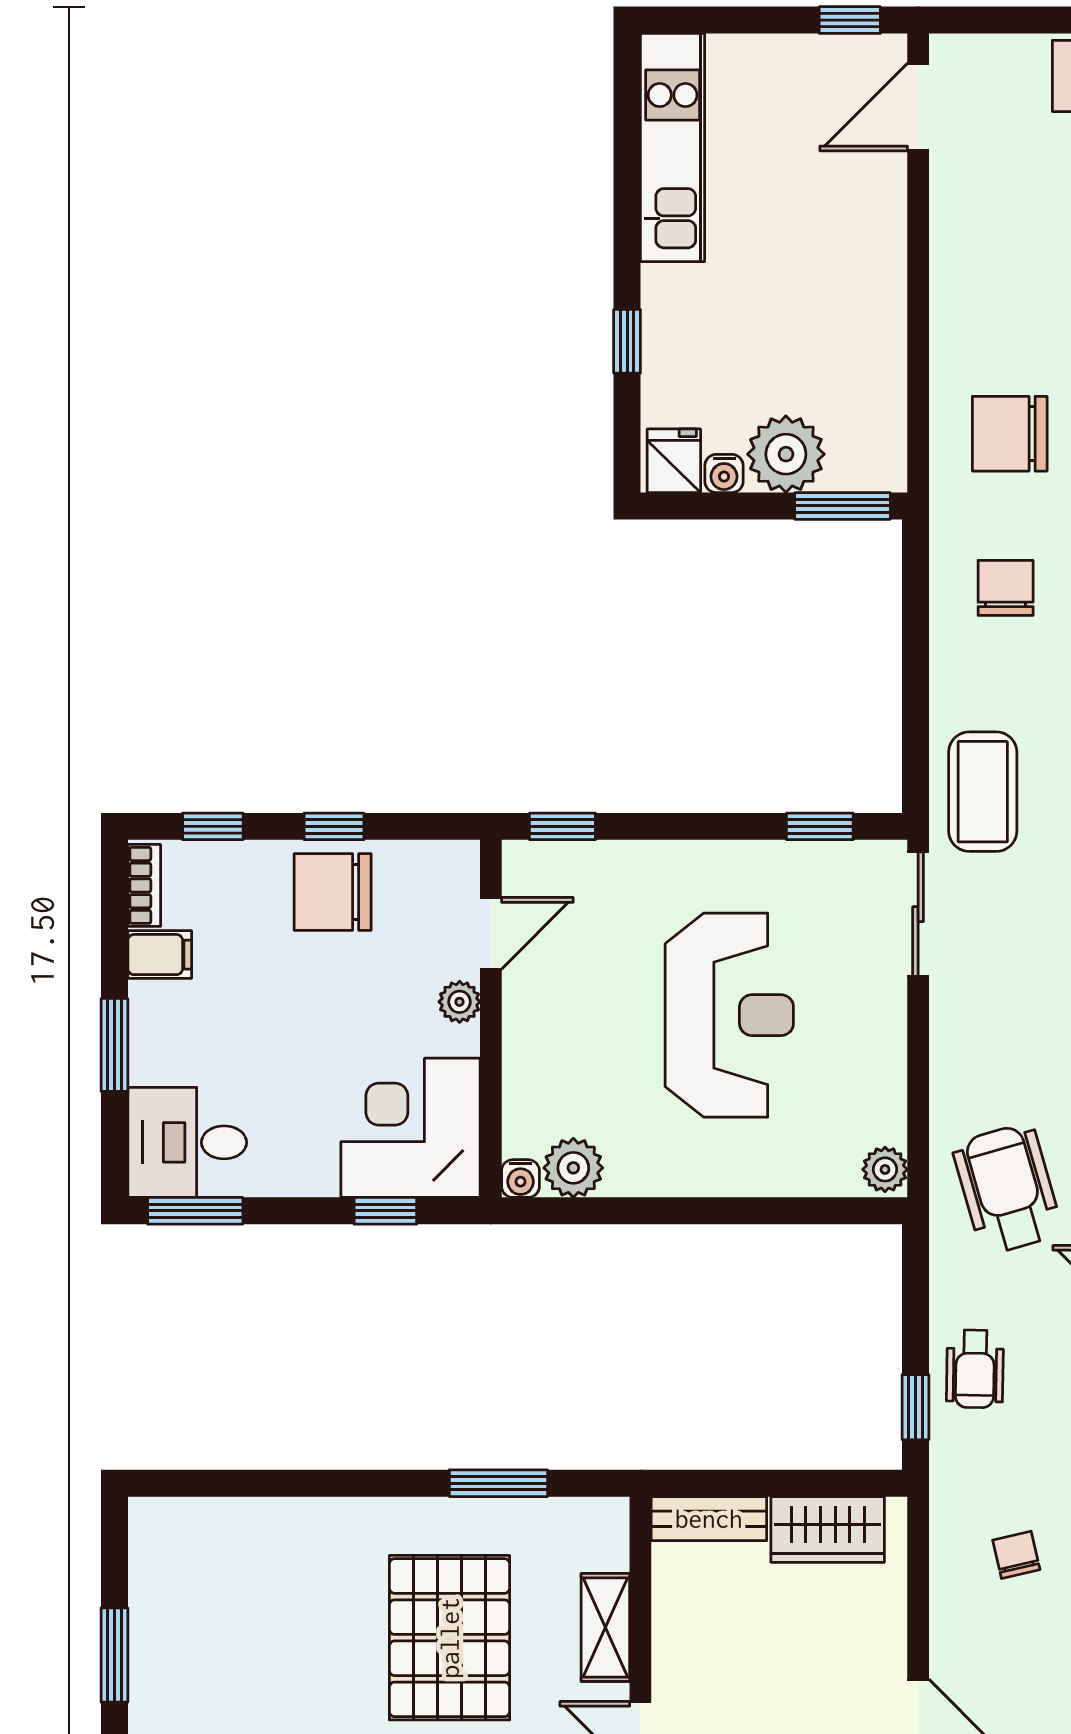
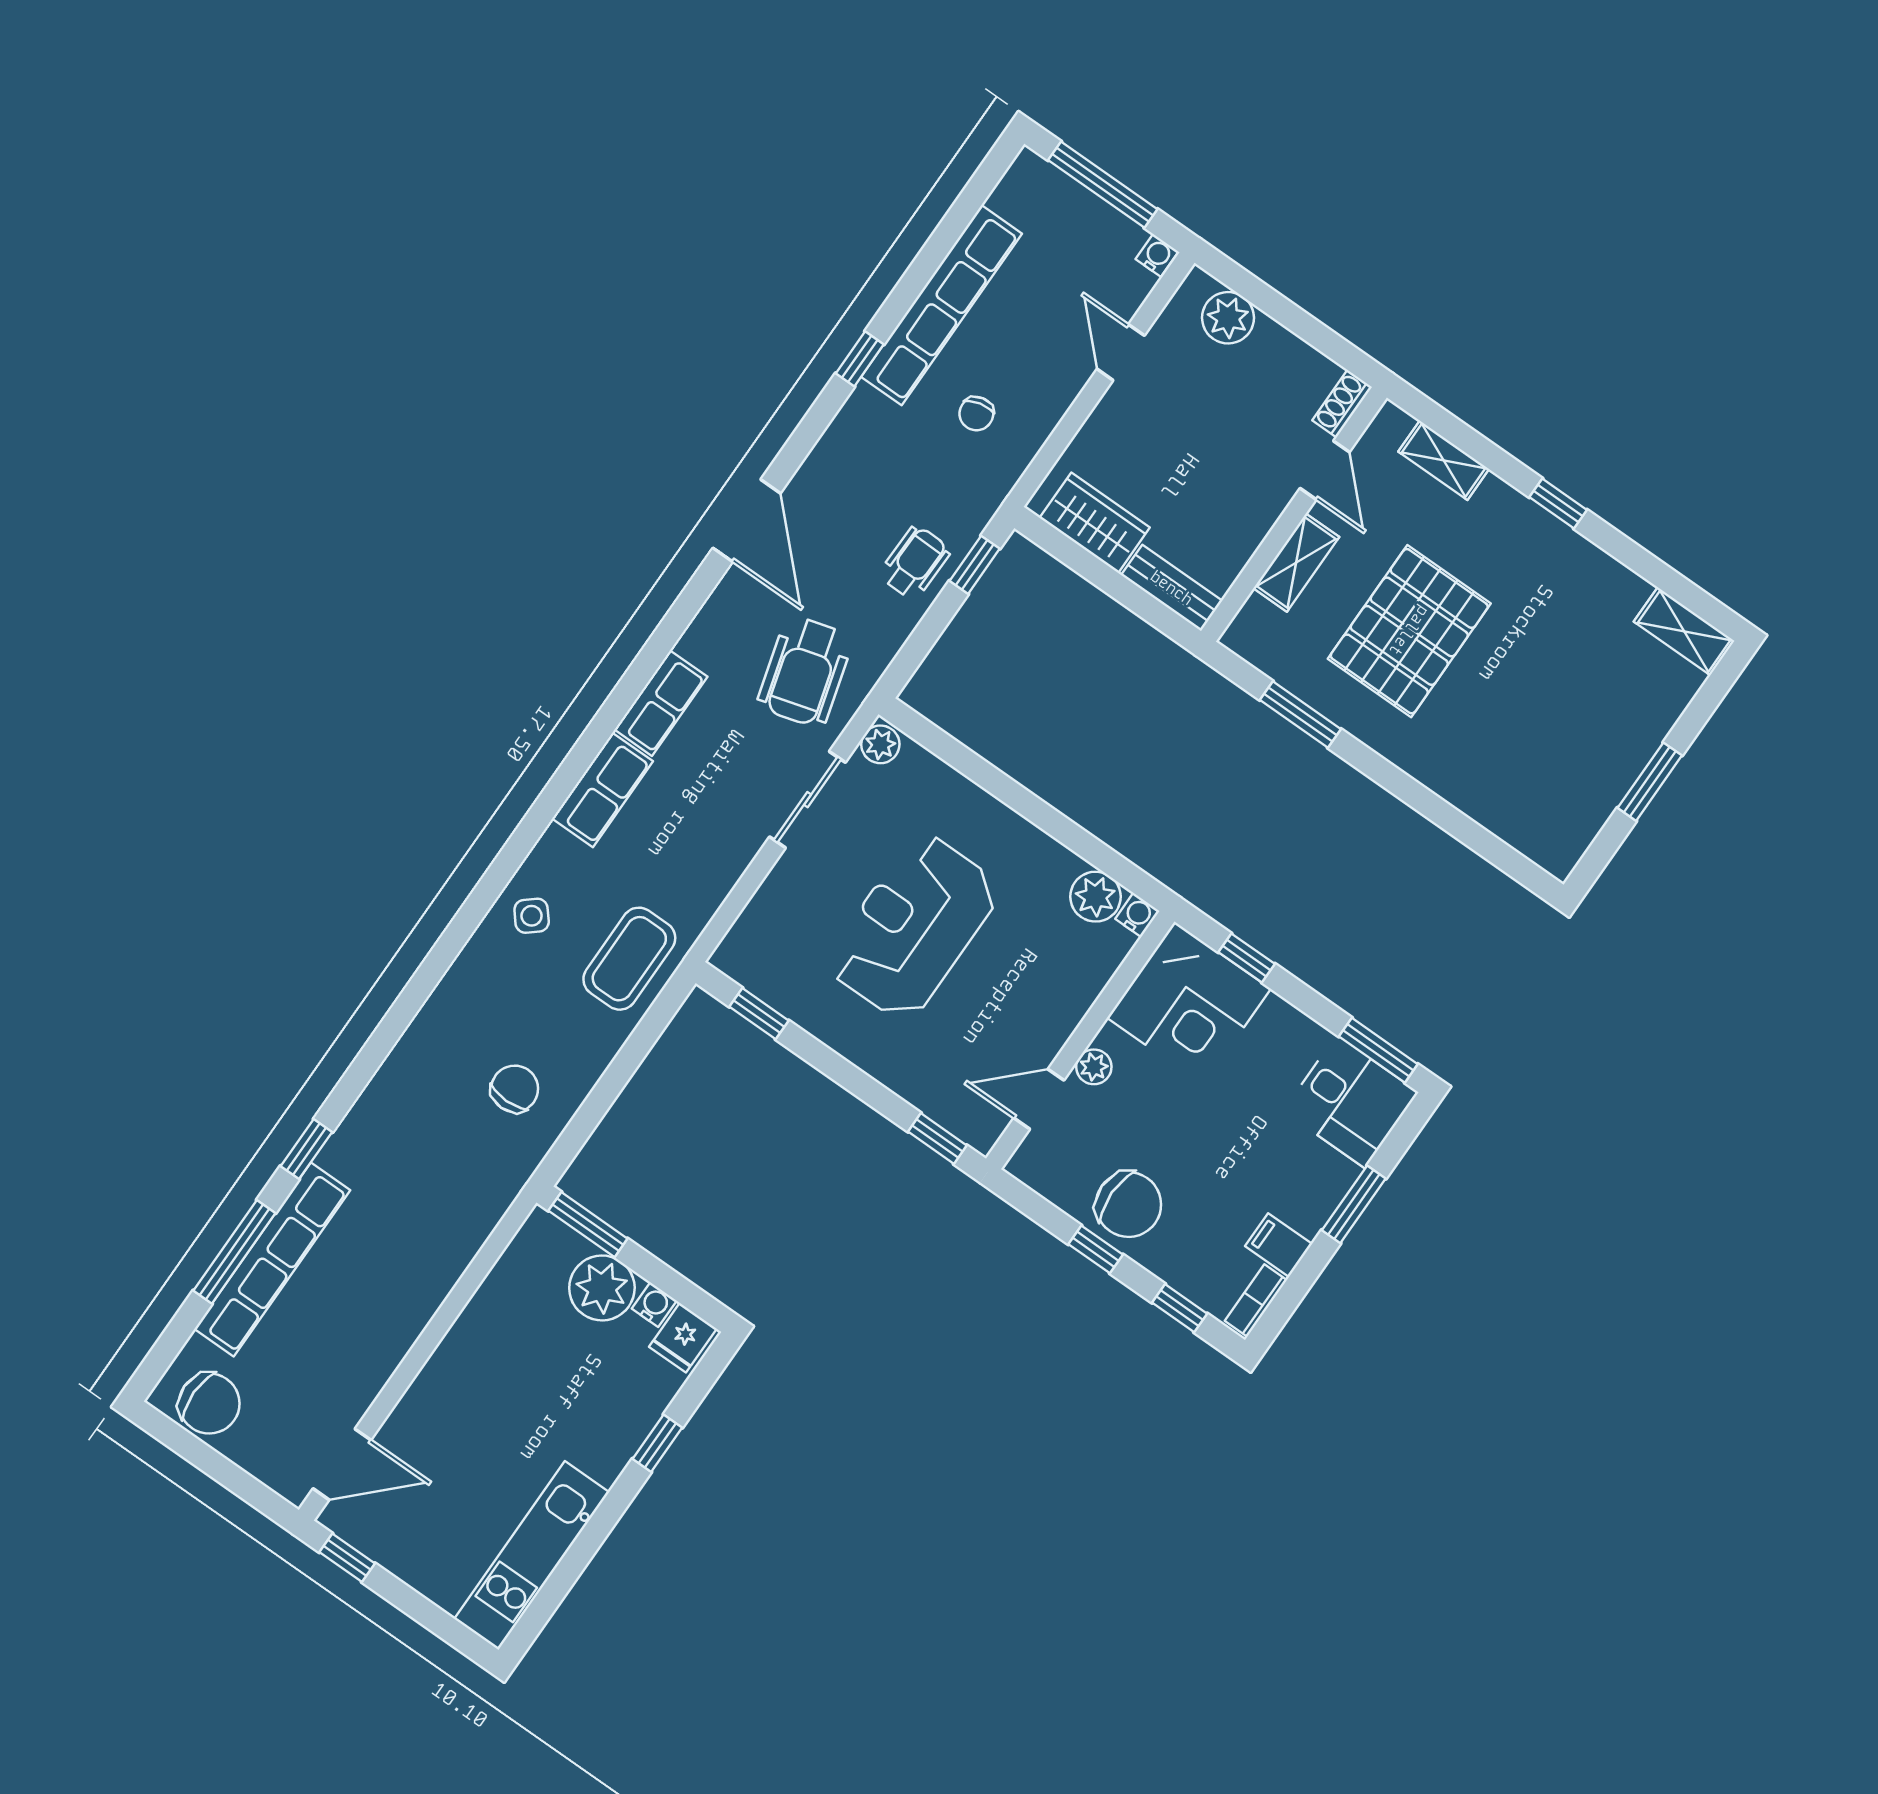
chair: (1010, 434) -> (437, 1194), removed
chair: (1006, 588) -> (515, 1089), turned 180
sliding door: (918, 914) -> (807, 800), moved

